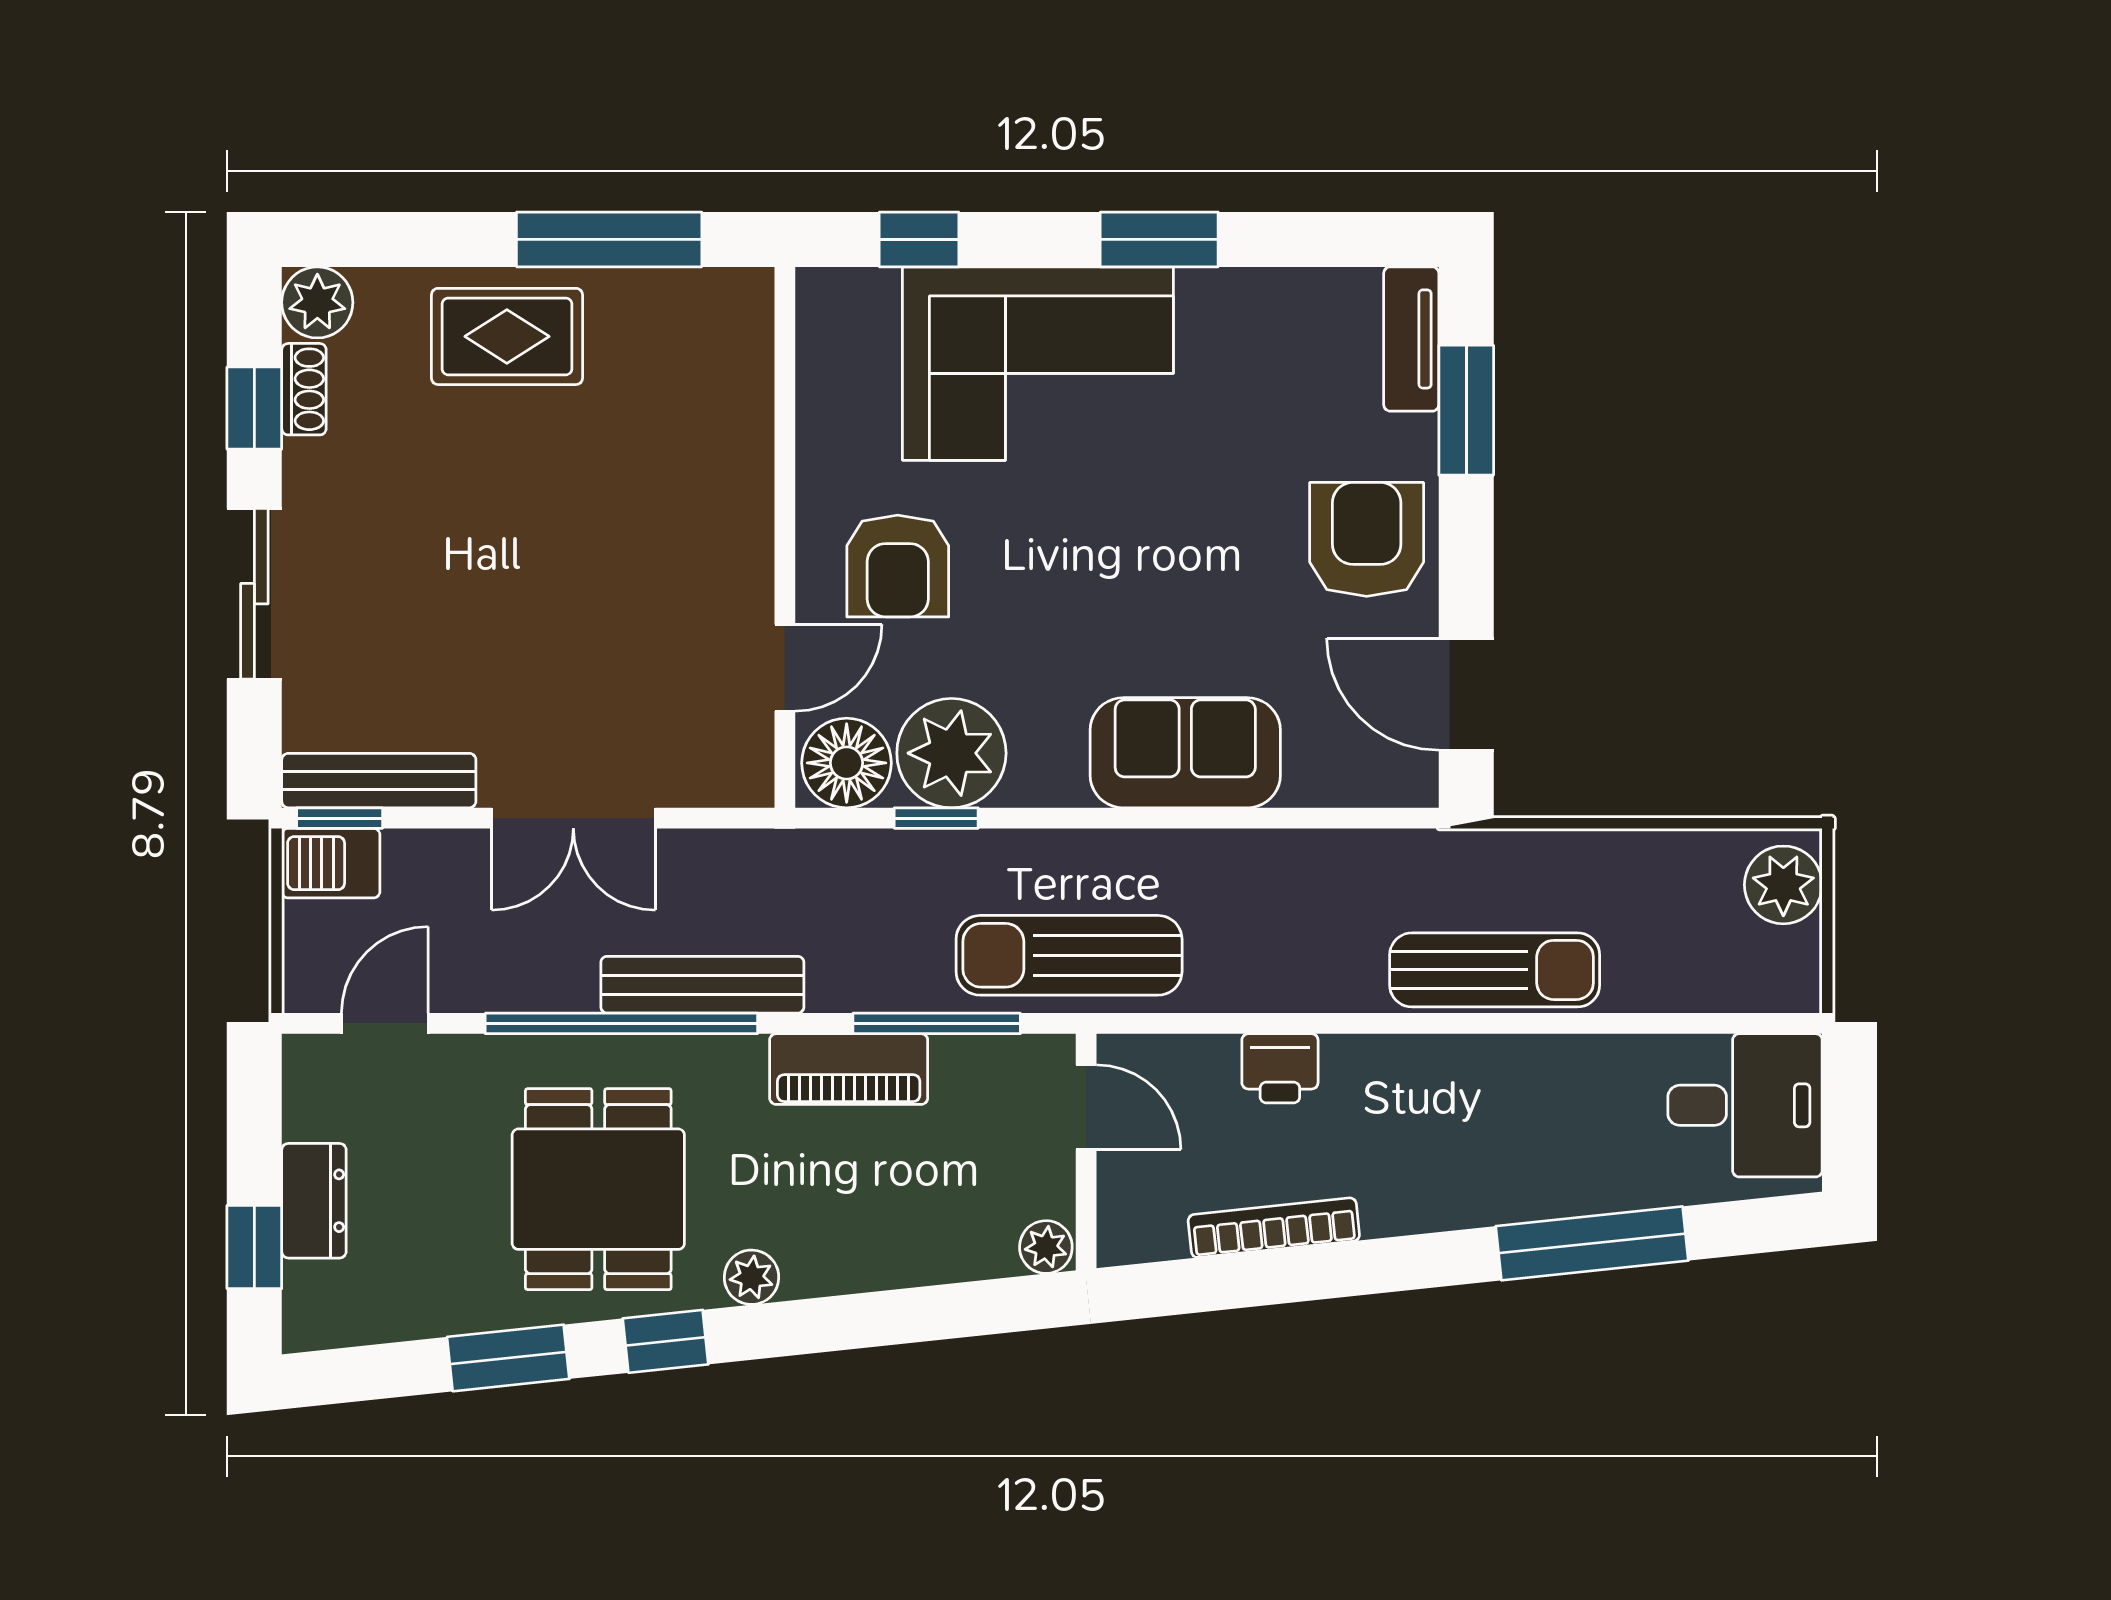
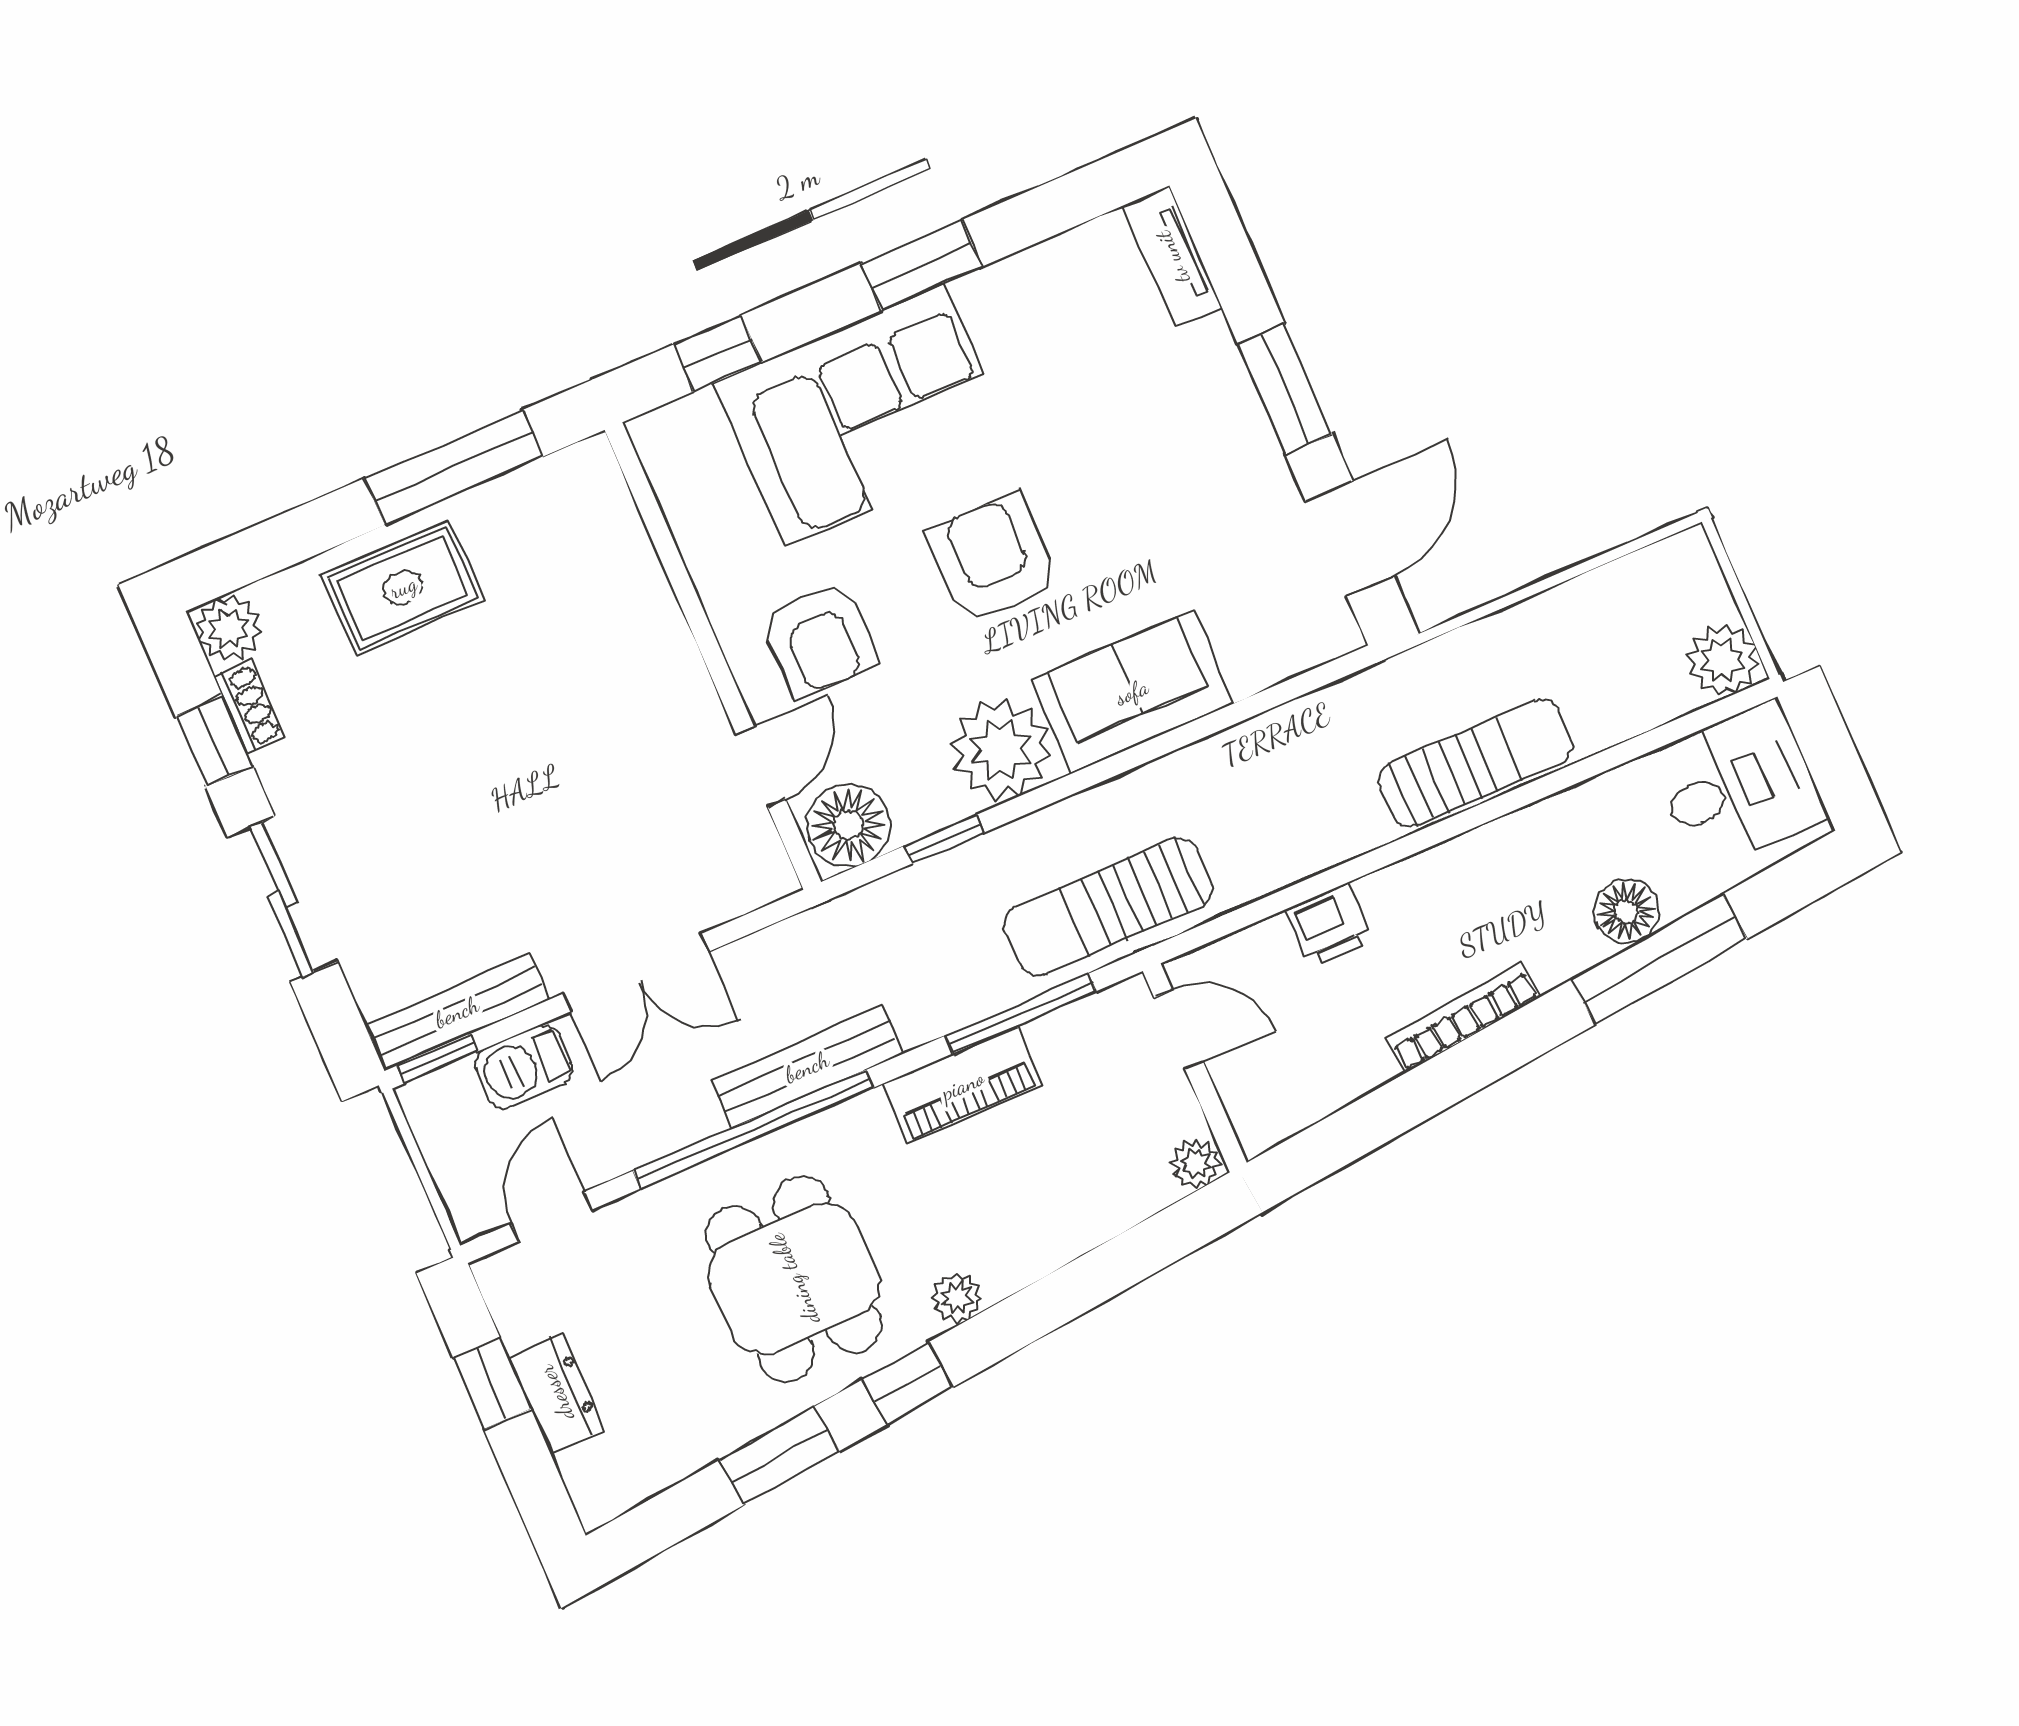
window: (1466, 410) -> (1285, 389), moved
armchair: (1367, 539) -> (993, 559), moved
door: (1466, 694) -> (1350, 539), swing flipped
plant: (951, 753) -> (1000, 749), moved
barbecue: (331, 863) -> (524, 1067), moved
plant: (1783, 885) -> (1723, 660), moved
floor lamp: (1580, 1182) -> (1626, 911), added
bookcase: (1274, 1228) -> (1463, 1018), moved
window: (254, 1247) -> (492, 1383), moved

